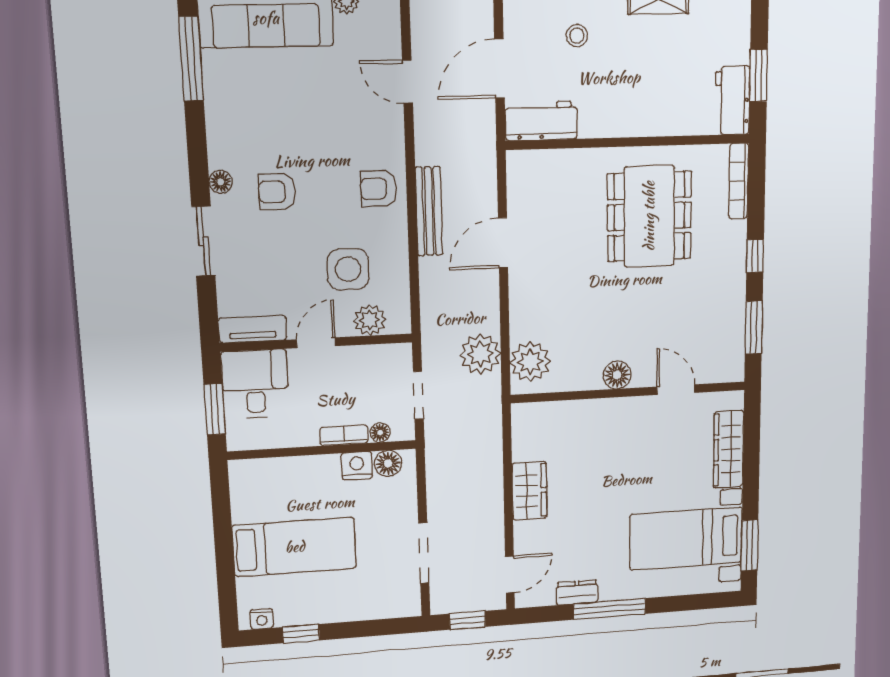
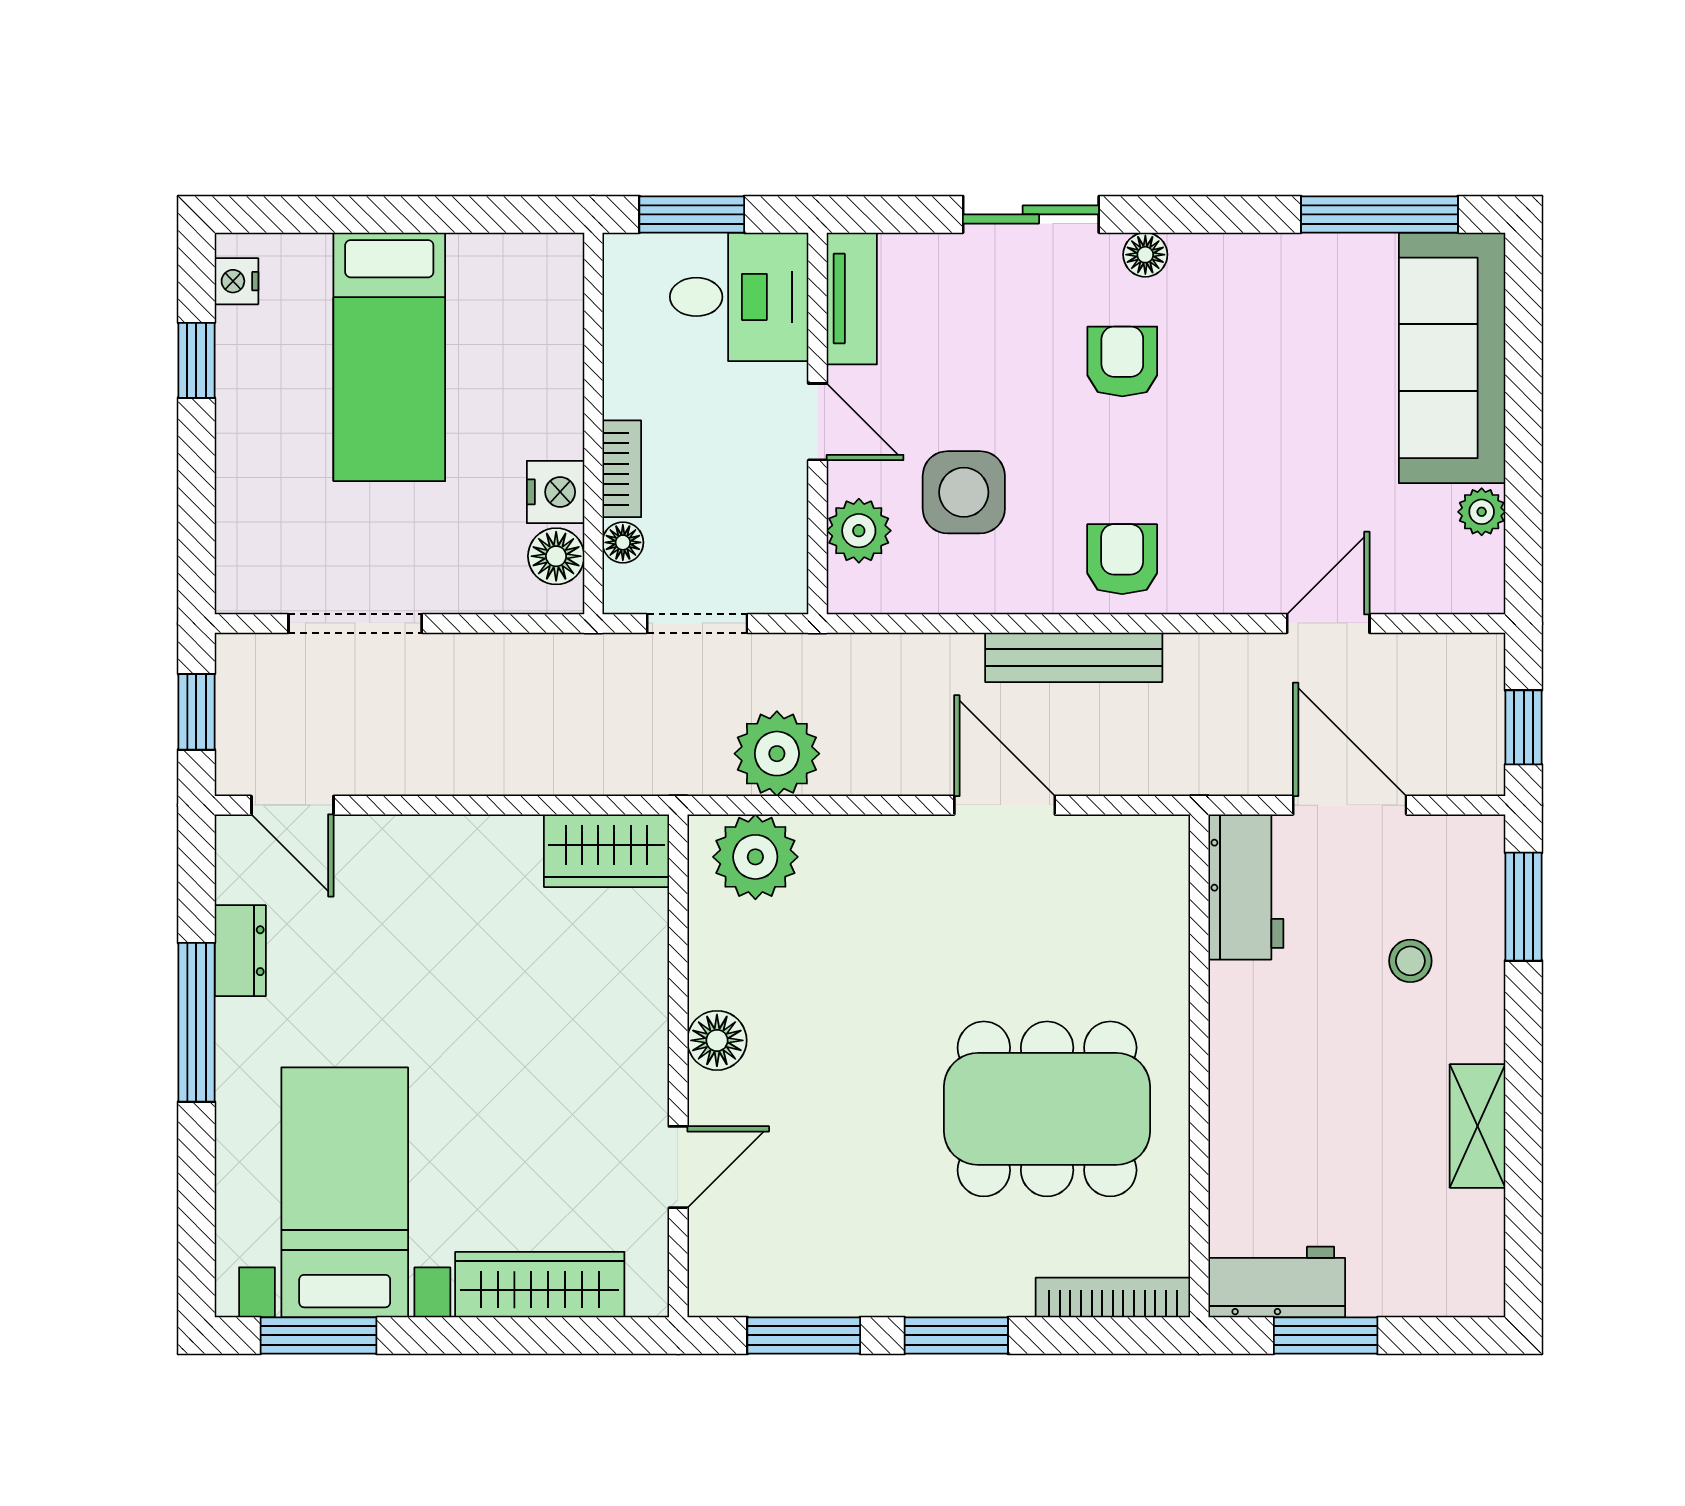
window: (755, 256) -> (956, 1335), width x1.50
wardrobe: (529, 491) -> (606, 851), moved

